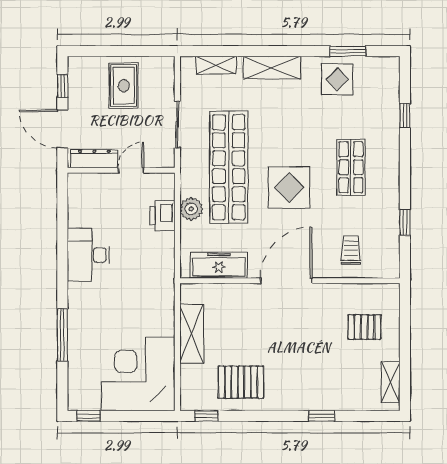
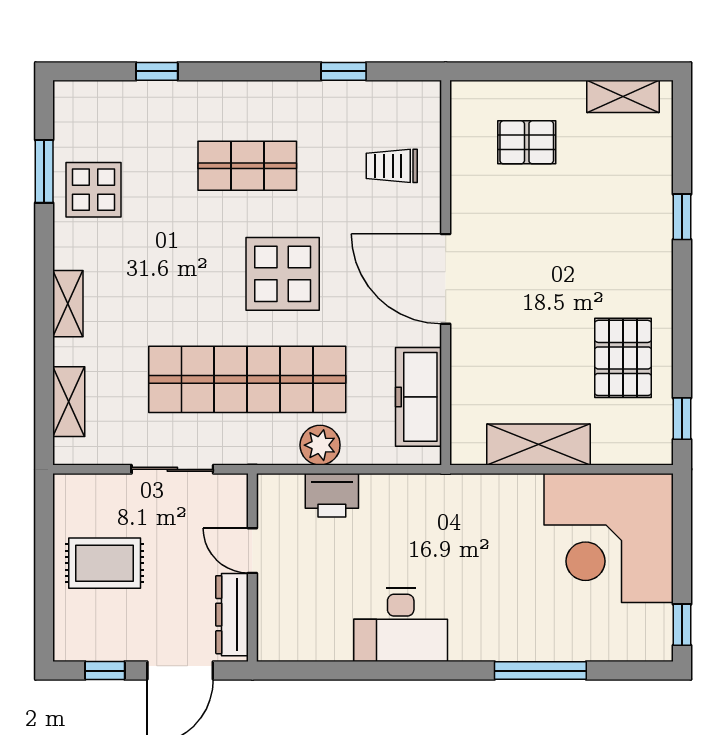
shelving: (272, 68) -> (68, 304), width x0.67, depth x0.75
pallet: (364, 327) -> (527, 142), turned 90

